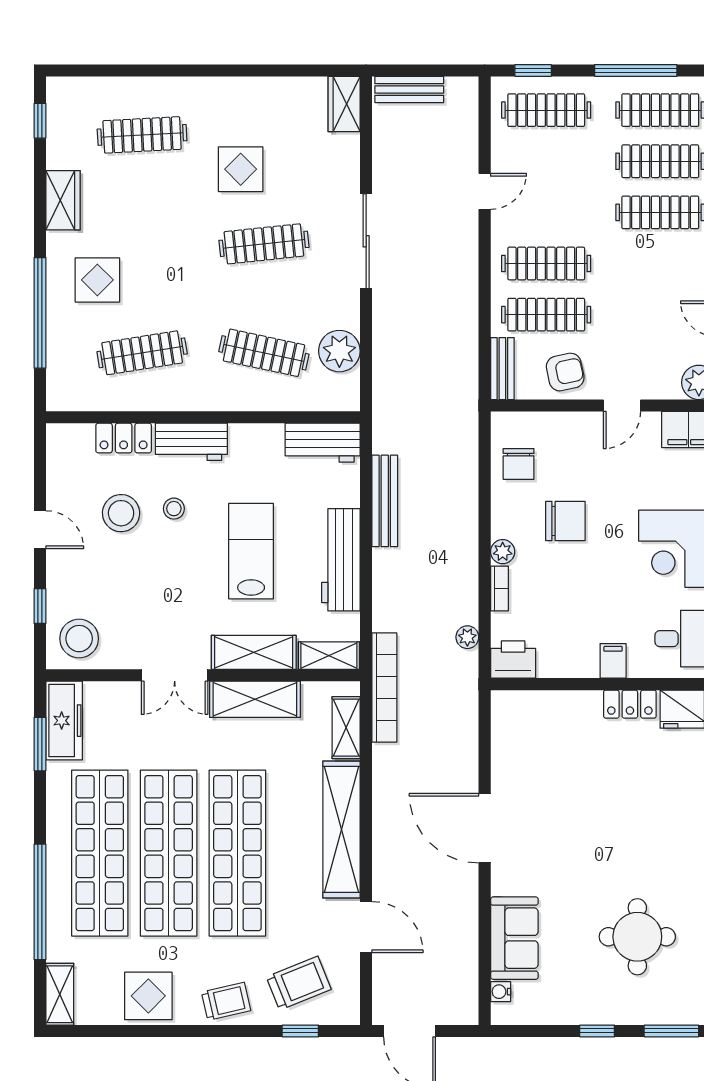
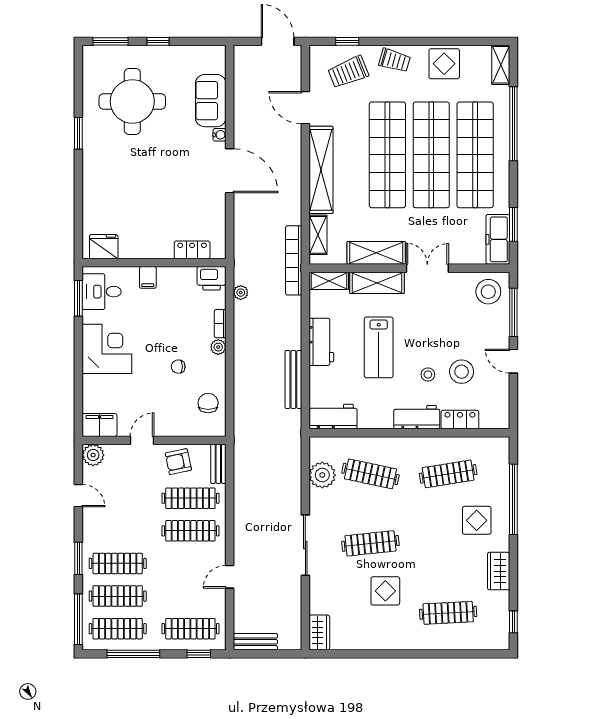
bench: (409, 89) -> (255, 642), moved
chair: (565, 521) -> (178, 367), width x0.54, depth x0.54
workbench: (341, 560) -> (321, 342), width x0.73
window: (40, 606) -> (513, 312), width x2.17
locker: (630, 704) -> (192, 250), moved
round table: (637, 937) -> (132, 101), width x1.36, depth x1.36
water cooler: (501, 992) -> (220, 135), moved
trolley: (226, 1001) -> (395, 60), turned -151

